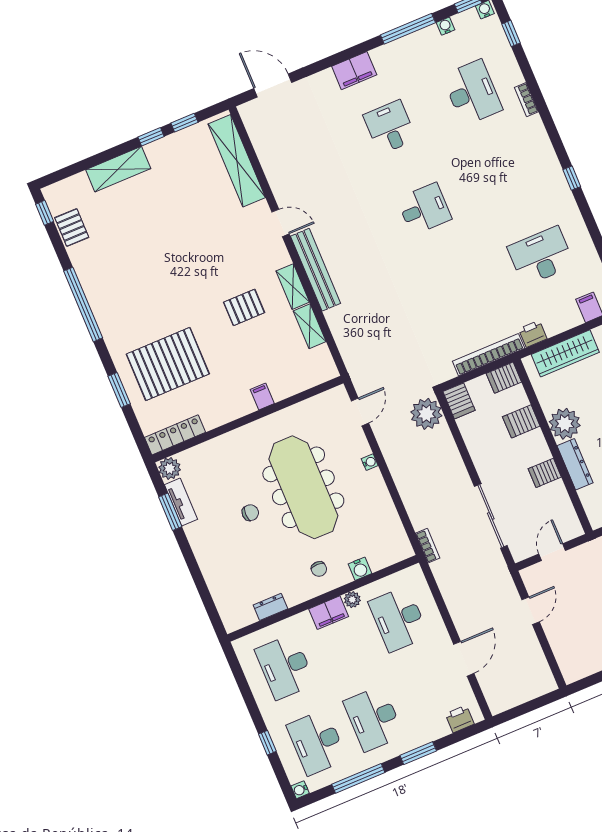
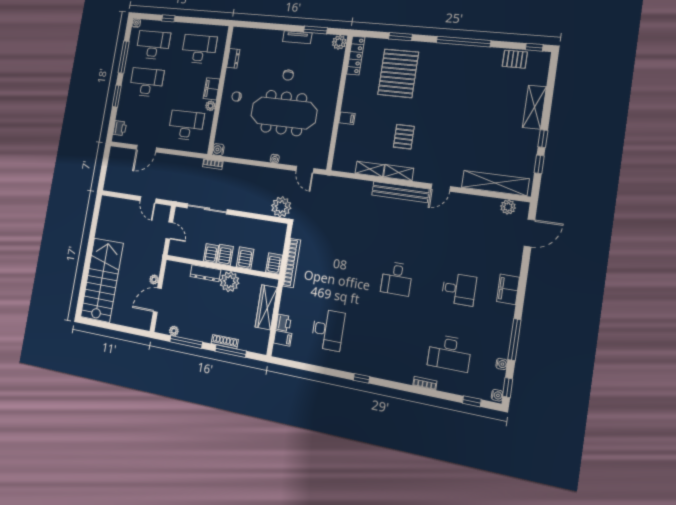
plant: (257, 128) -> (508, 207), added
printer: (533, 334) -> (284, 323), moved
server rack: (459, 401) -> (225, 255), moved, turned 90
tv unit: (181, 502) -> (297, 37), moved
water cooler: (360, 569) -> (218, 150), moved
door: (464, 659) -> (146, 149), hinge flipped

